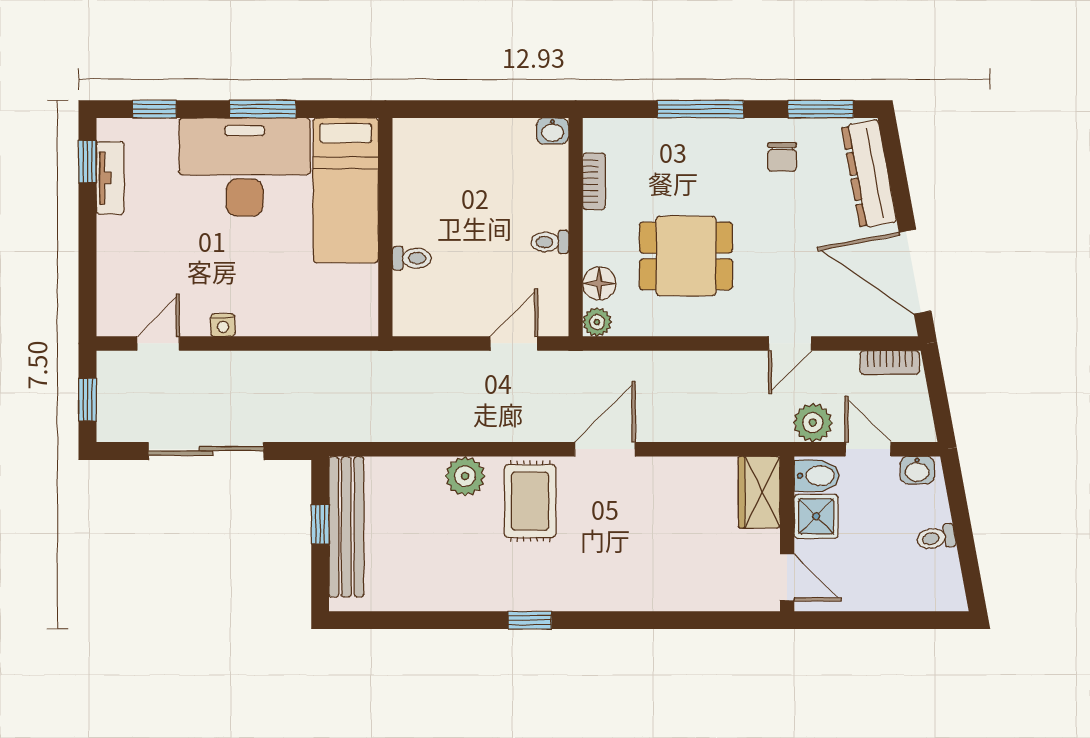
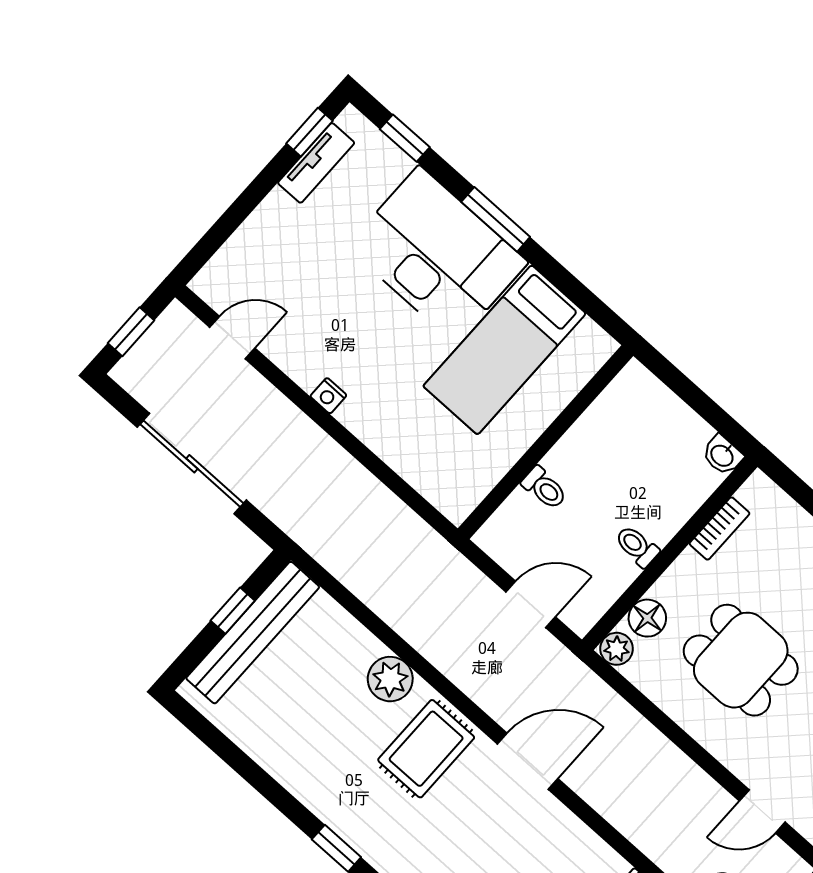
wall: (385, 227) -> (546, 442), moved
toilet: (412, 258) -> (544, 488), moved
nightstand: (223, 325) -> (328, 396), moved

